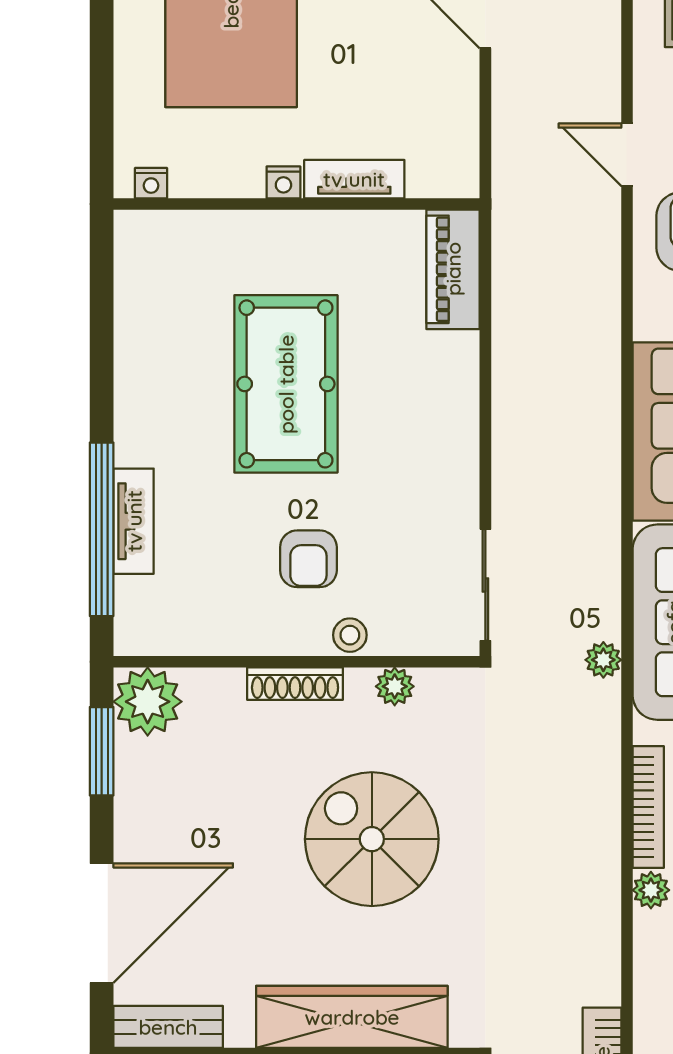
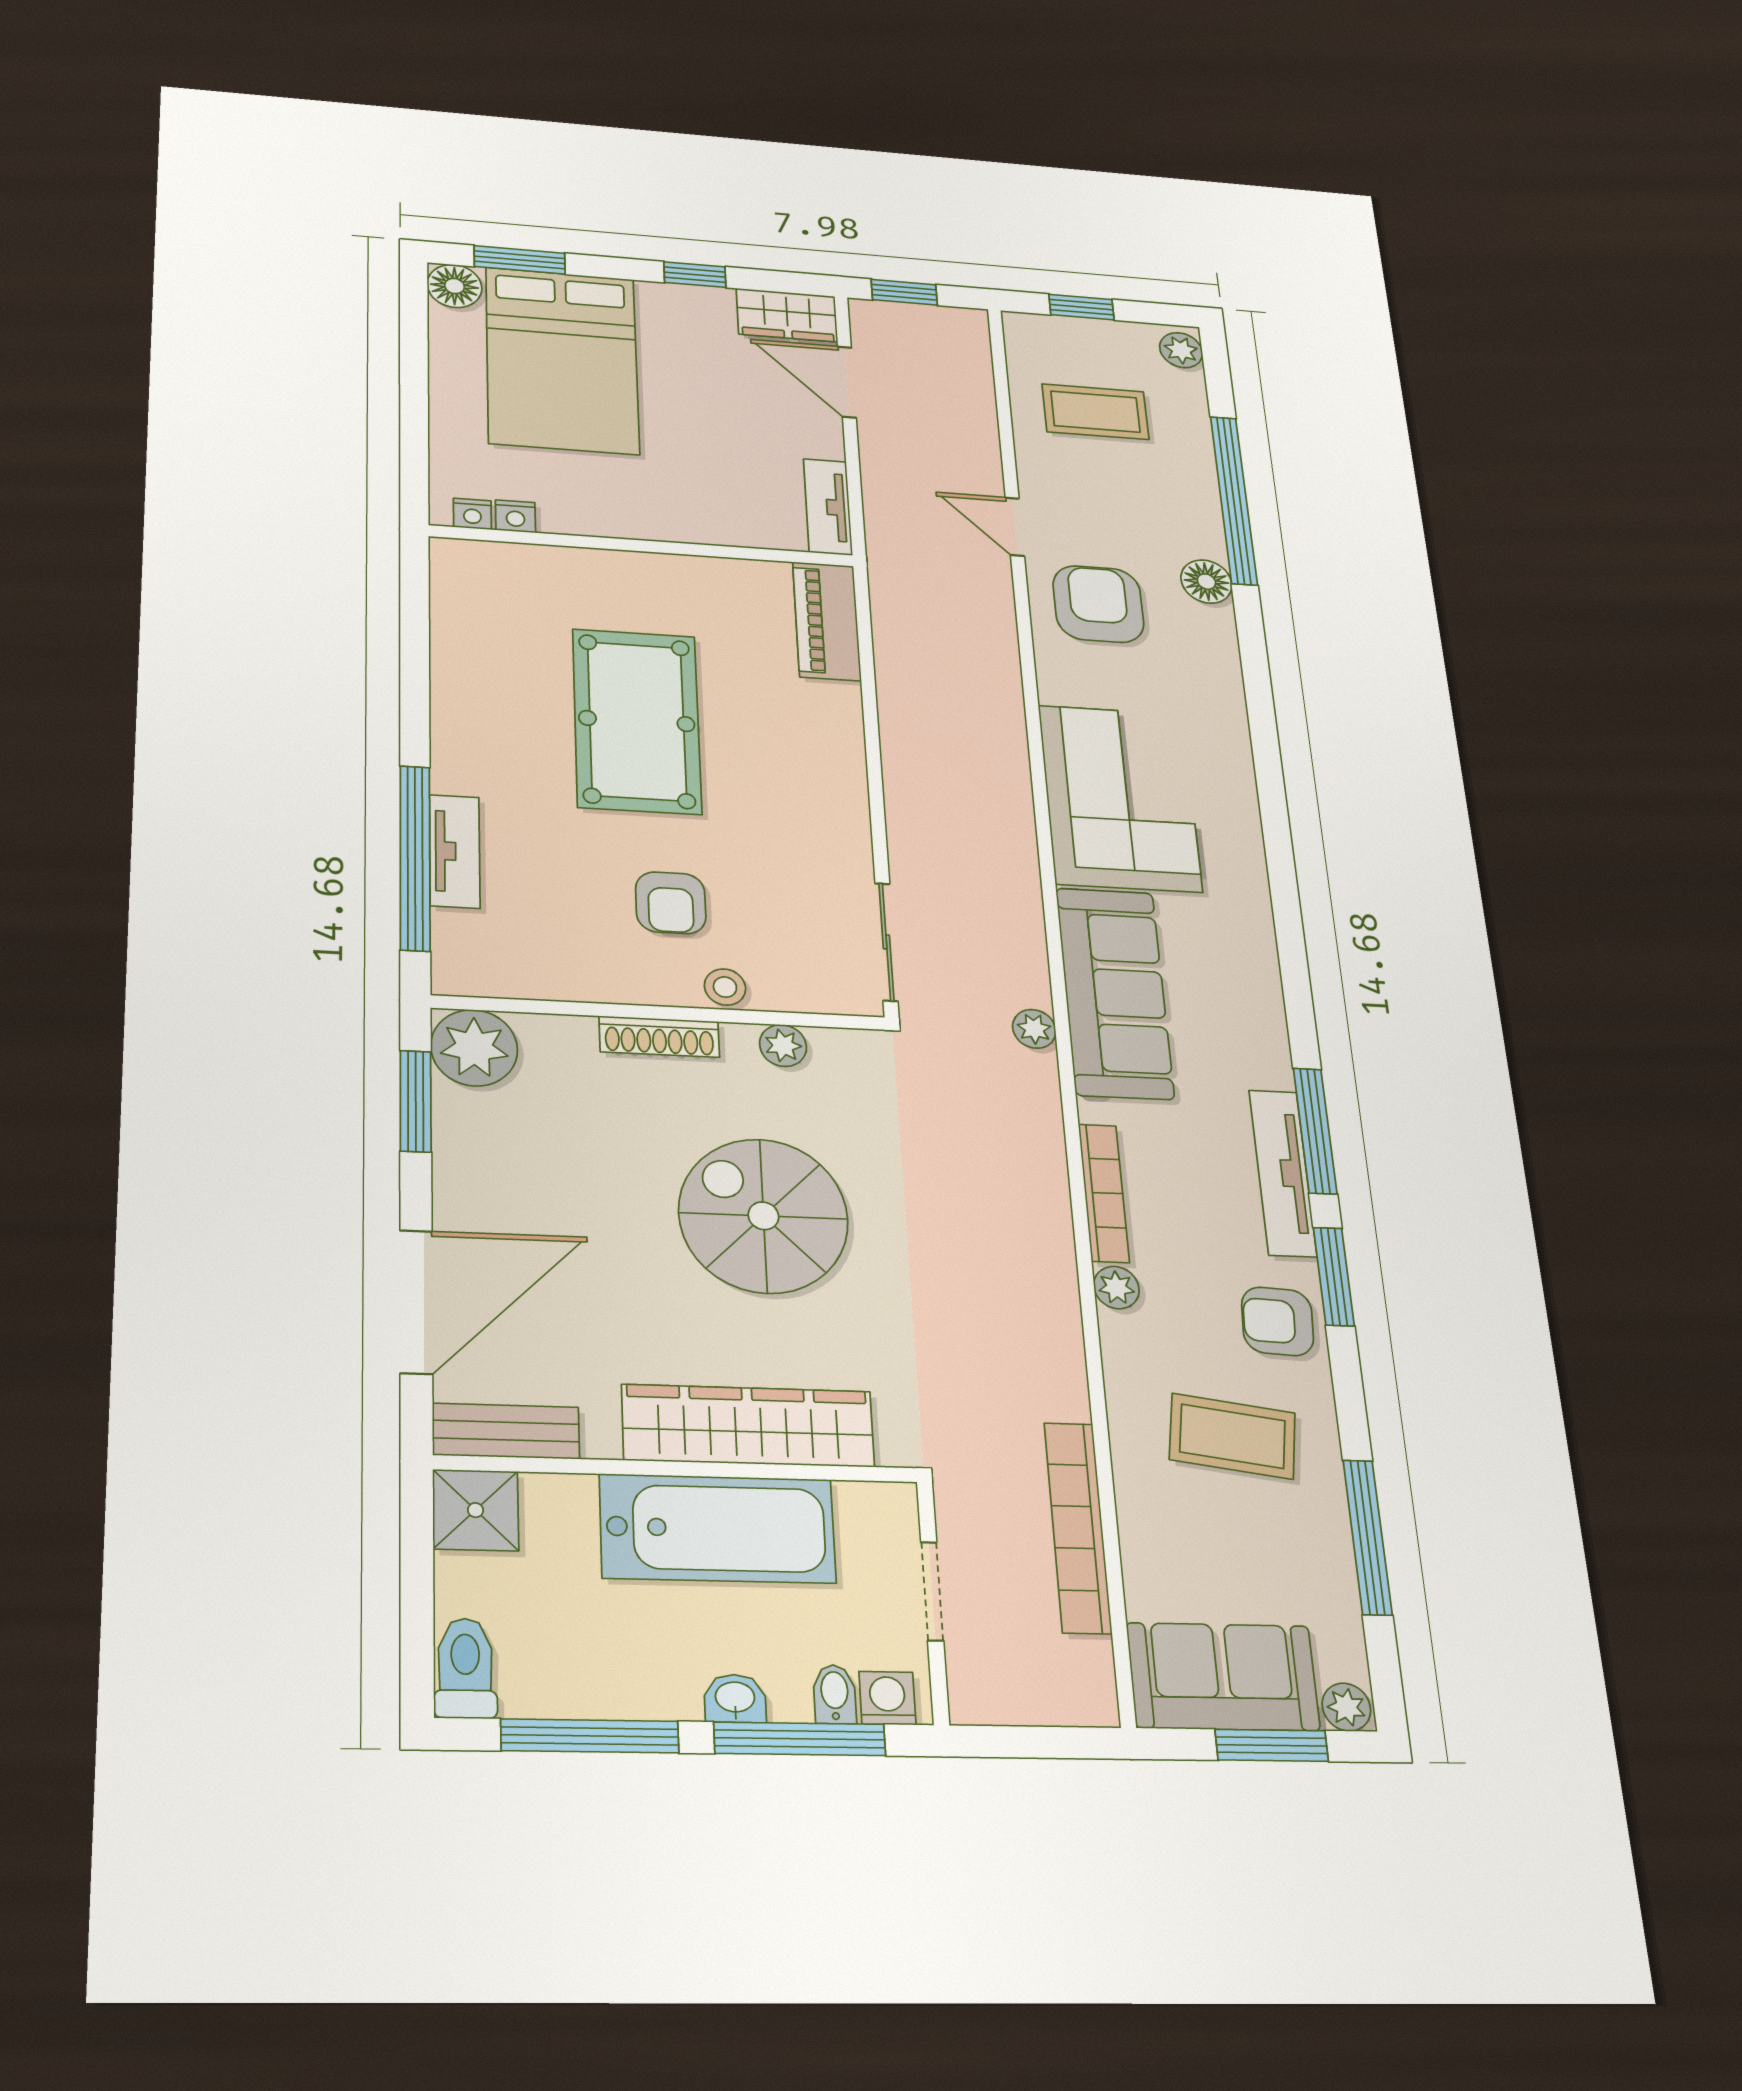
tv unit: (354, 179) -> (828, 507), moved, turned -90
nightstand: (283, 182) -> (515, 516), moved

